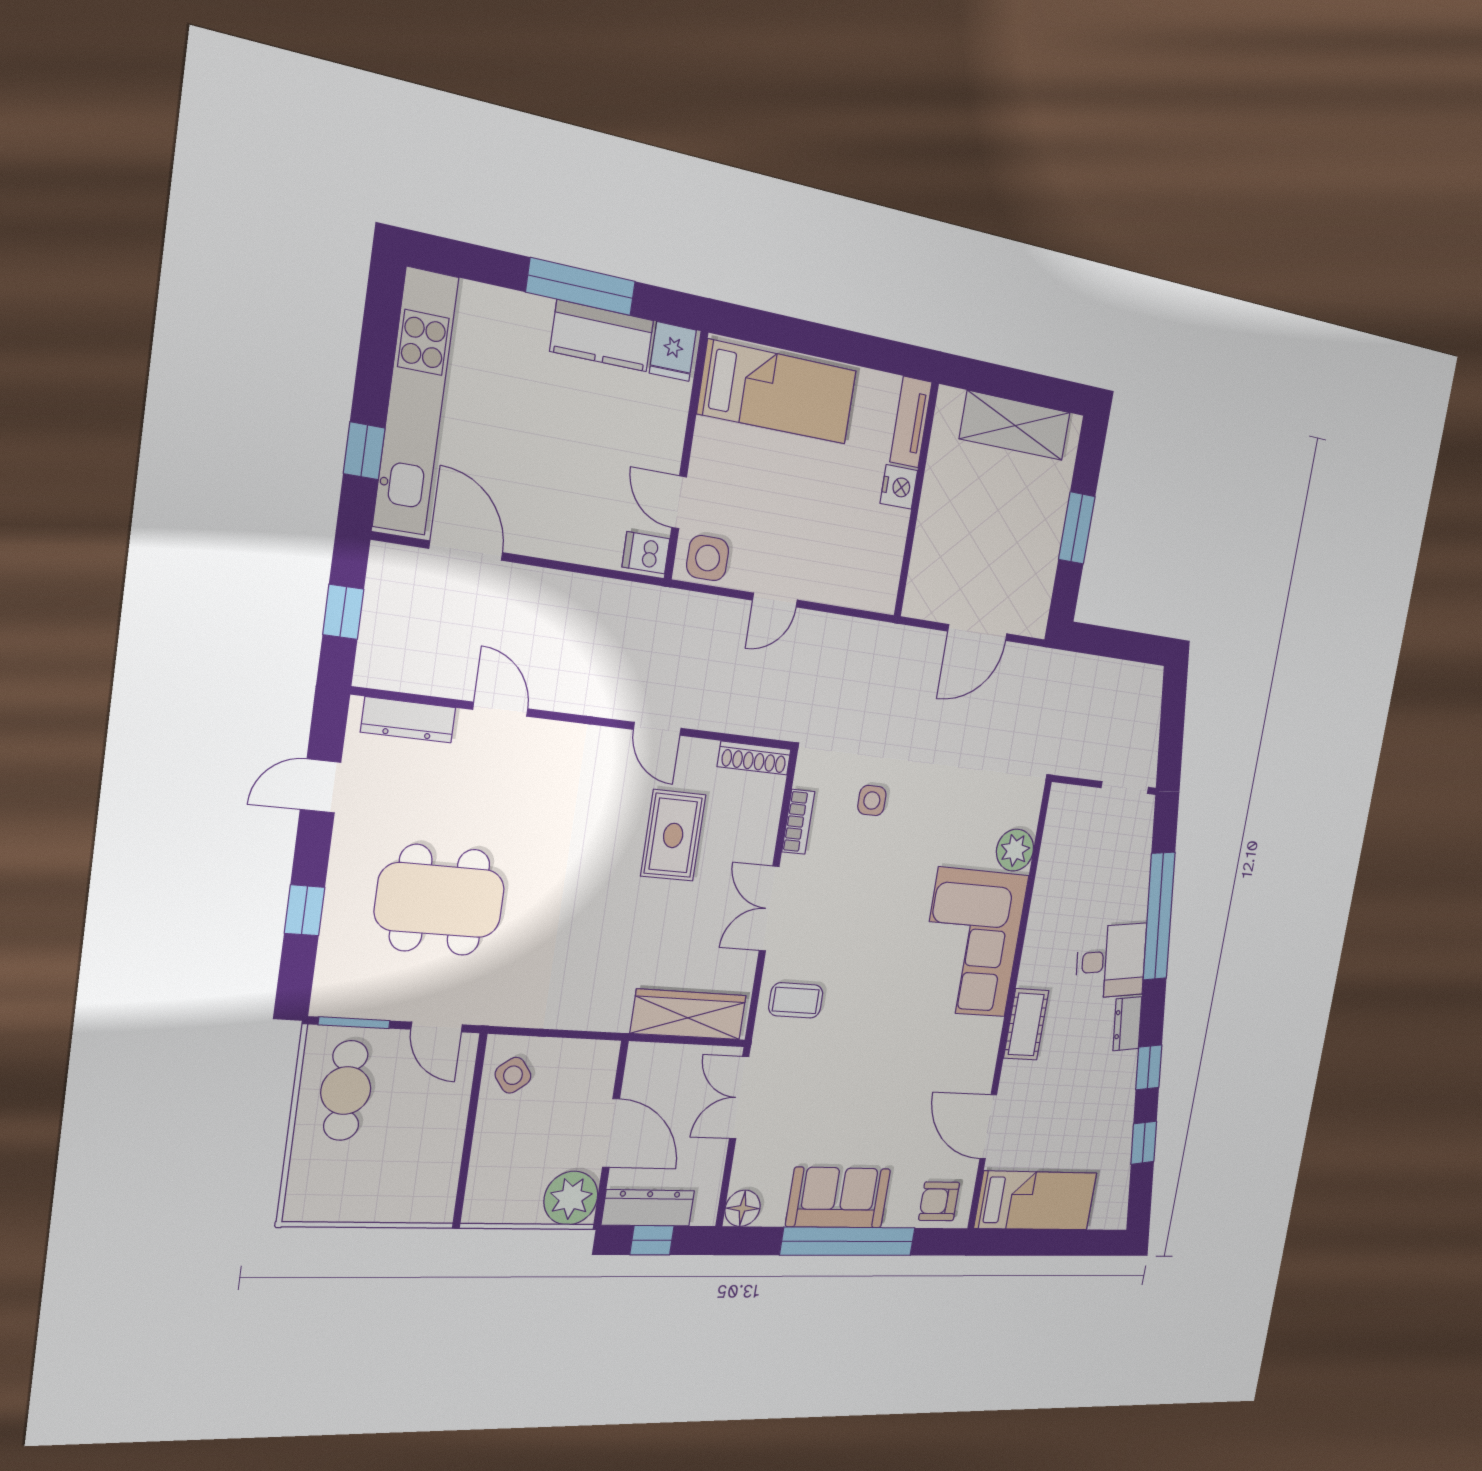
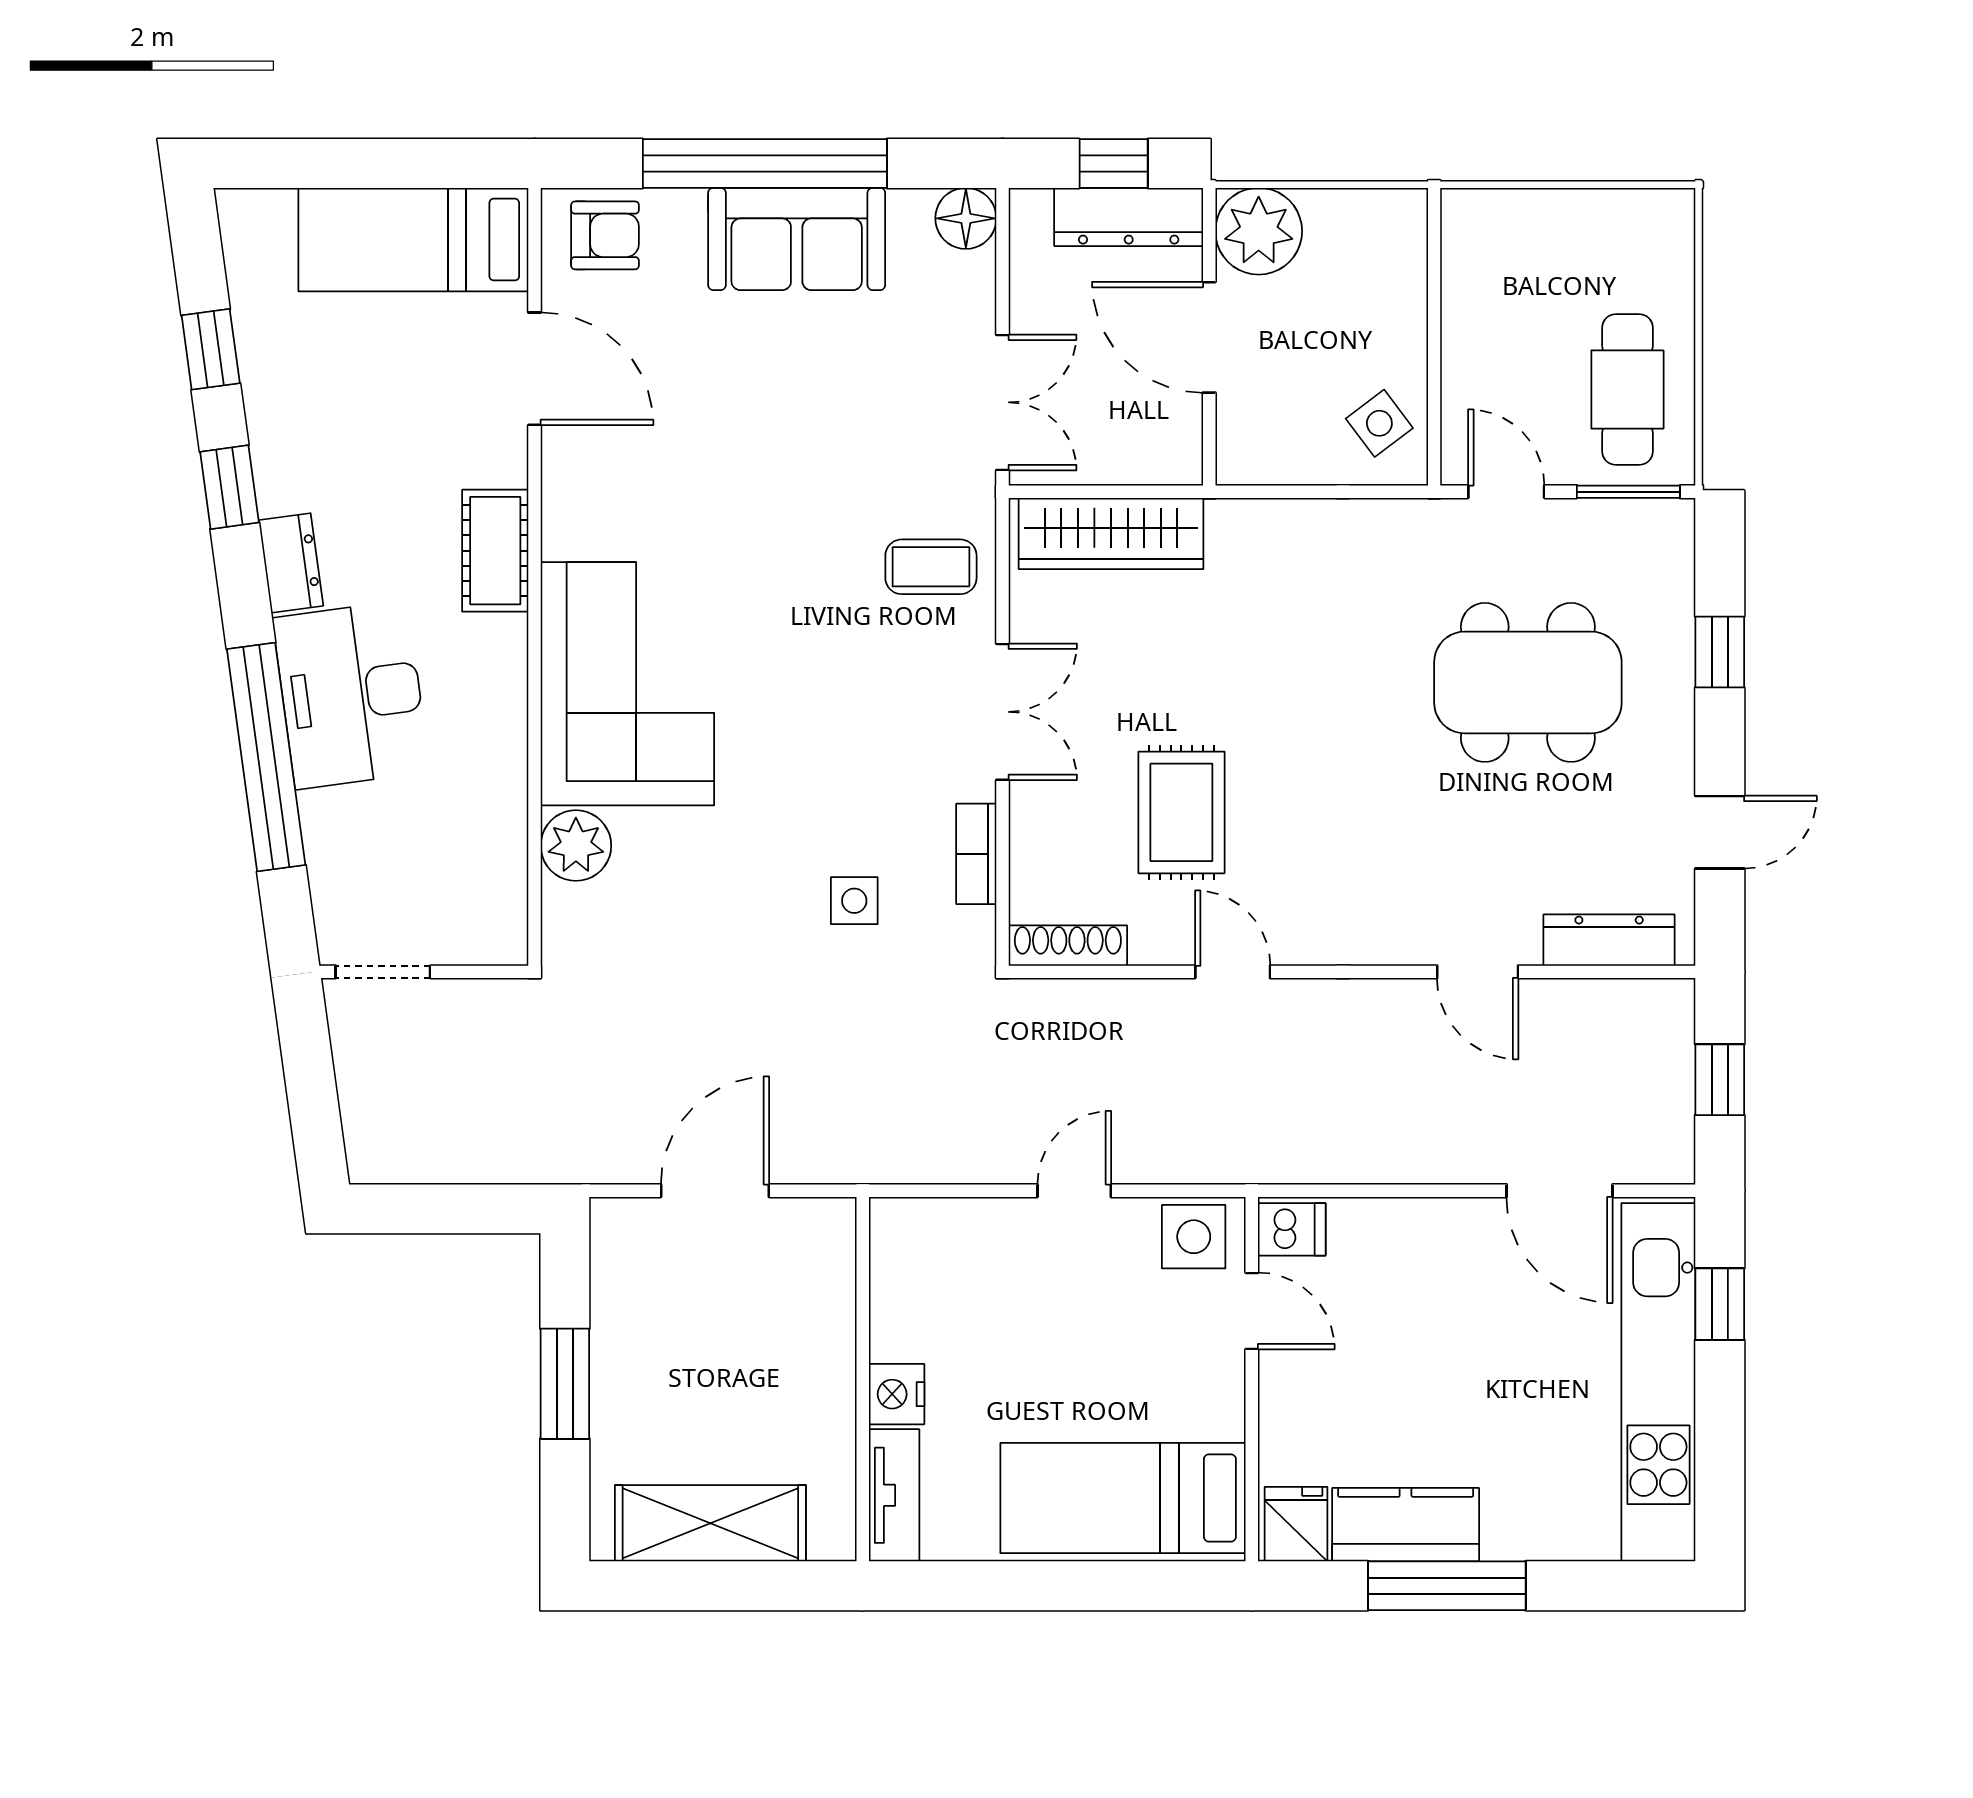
desk: (1111, 961) -> (351, 695), width x1.37

